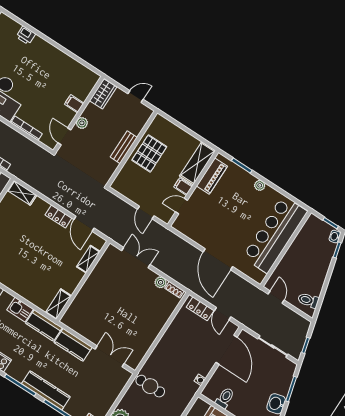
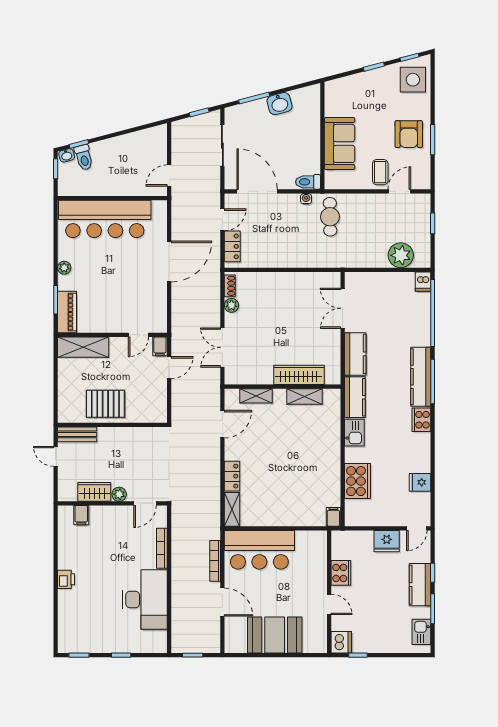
printer: (26, 35) -> (66, 579), moved
wardrobe: (103, 94) -> (94, 492), moved
filing cabinet: (74, 104) -> (81, 515), moved
bench: (124, 147) -> (77, 434), moved
piano: (212, 176) -> (67, 312), moved, turned 90
filing cabinet: (183, 187) -> (160, 346), moved
door: (181, 206) -> (138, 335), hinge flipped
locker: (58, 217) -> (232, 476), moved
wardrobe: (84, 297) -> (299, 375), added
toilet: (308, 300) -> (84, 157), moved
shelving: (58, 304) -> (304, 397), moved
door: (226, 350) -> (257, 191), hinge flipped
cafe table: (150, 386) -> (330, 217), moved
kitchen counter: (46, 390) -> (421, 377), moved
toilet: (225, 398) -> (308, 182), moved

